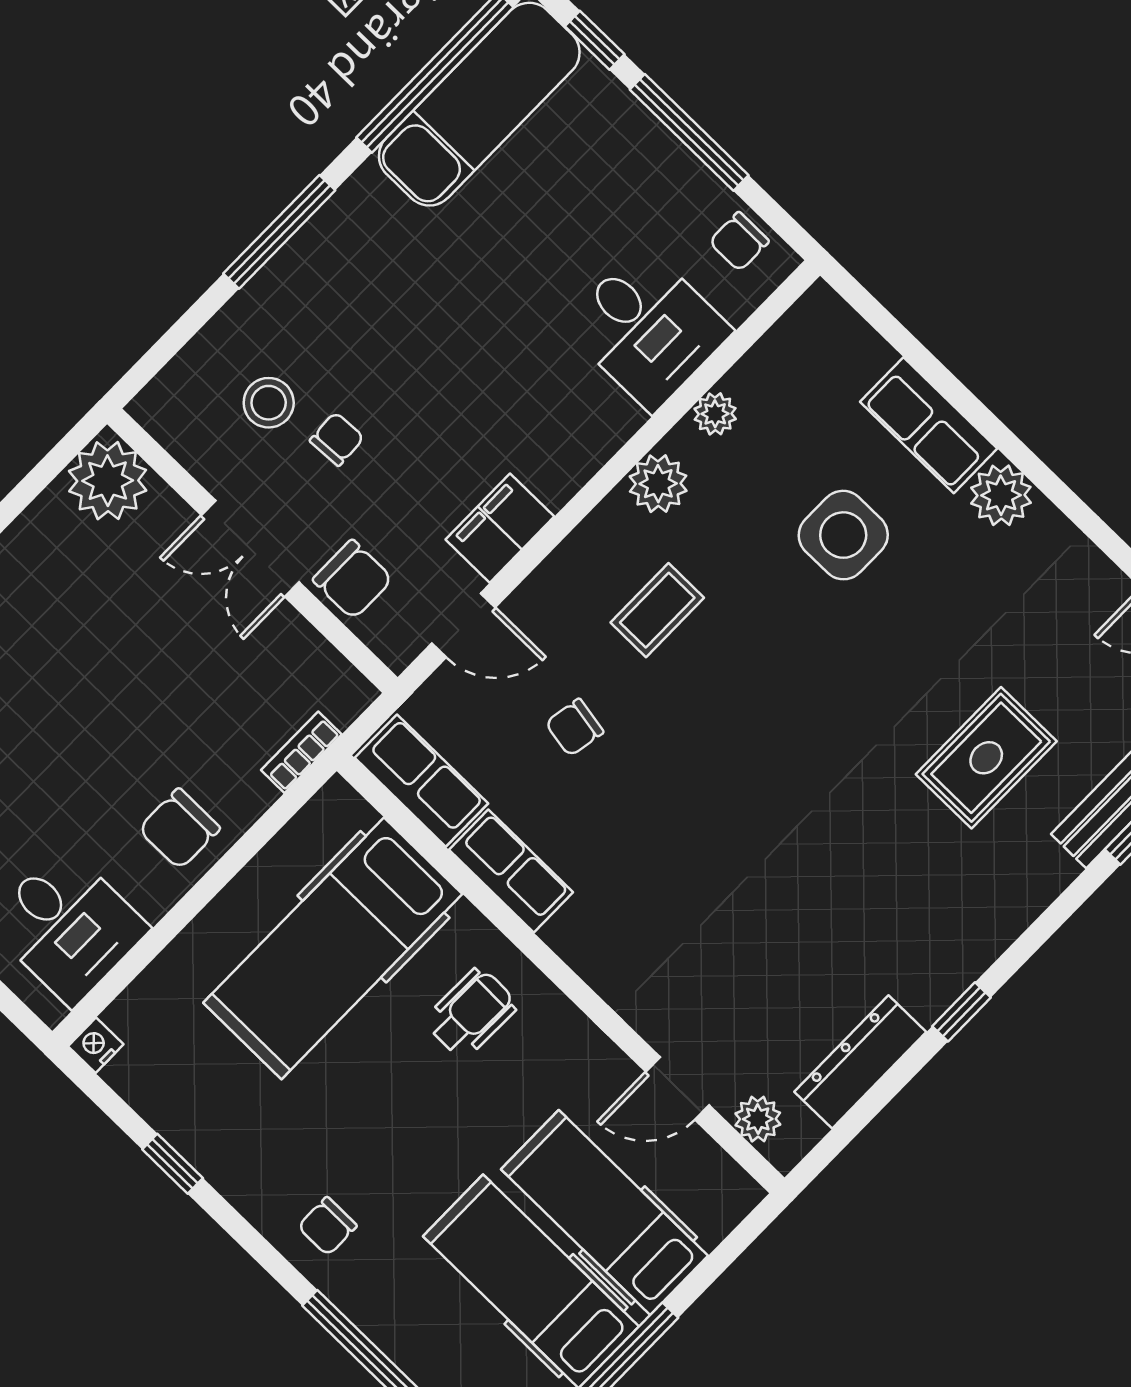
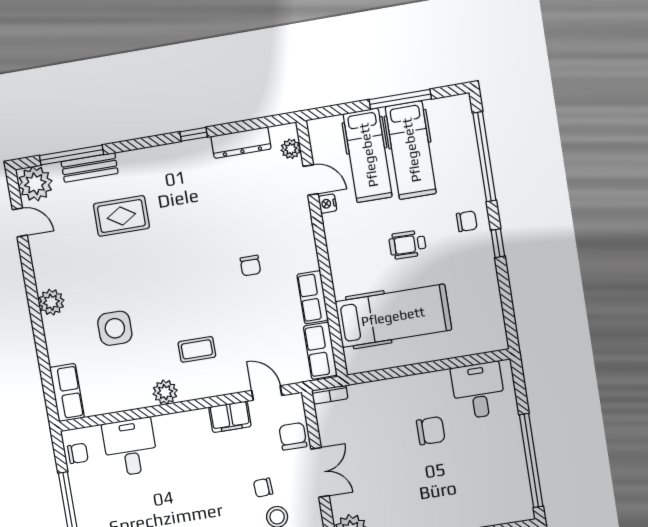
plant: (715, 414) -> (128, 401), removed
row of seats: (929, 425) -> (67, 393), moved
chair: (574, 727) -> (250, 266), moved, turned 80
bookcase: (301, 752) -> (330, 395), moved
chair: (179, 829) -> (431, 431), moved
wheelchair: (471, 1013) -> (408, 245), moved
nightstand: (96, 1045) -> (328, 204), moved, turned 90
window: (173, 1164) -> (498, 243), moved

